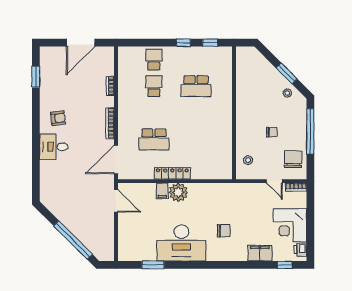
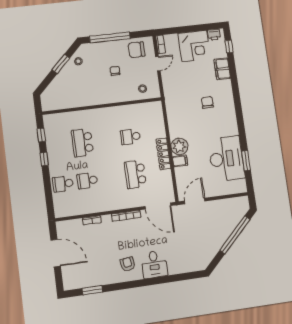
school desk: (196, 86) -> (82, 143), turned 180
school desk: (154, 139) -> (135, 174), turned 180
school desk: (196, 139) -> (130, 137), added
desk: (181, 243) -> (226, 159), moved

